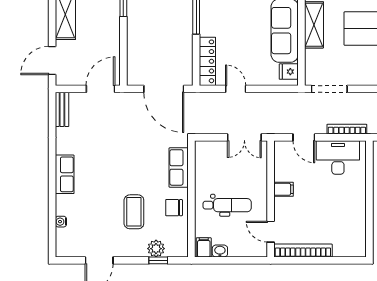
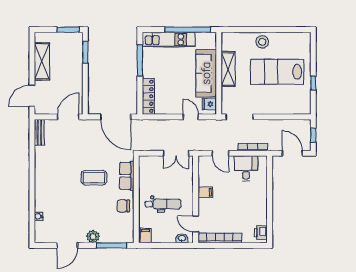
door: (236, 89) -> (191, 117), moved
desk: (338, 157) -> (246, 168), width x0.73
row of seats: (65, 174) -> (41, 181), removed
coffee table: (134, 212) -> (94, 178), moved, turned 90
printer: (358, 243) -> (261, 233), added
plant: (156, 249) -> (93, 237), moved
washbasin: (220, 251) -> (182, 238), moved
window: (158, 260) -> (111, 245), width x2.17

